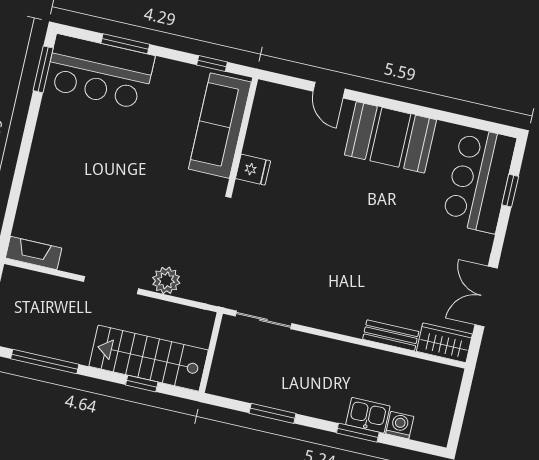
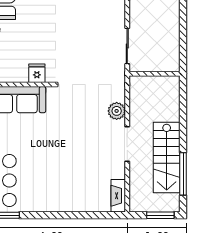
stairs: (149, 358) -> (167, 158), moved
window: (142, 384) -> (183, 112), removed
window: (272, 413) -> (183, 28), removed

